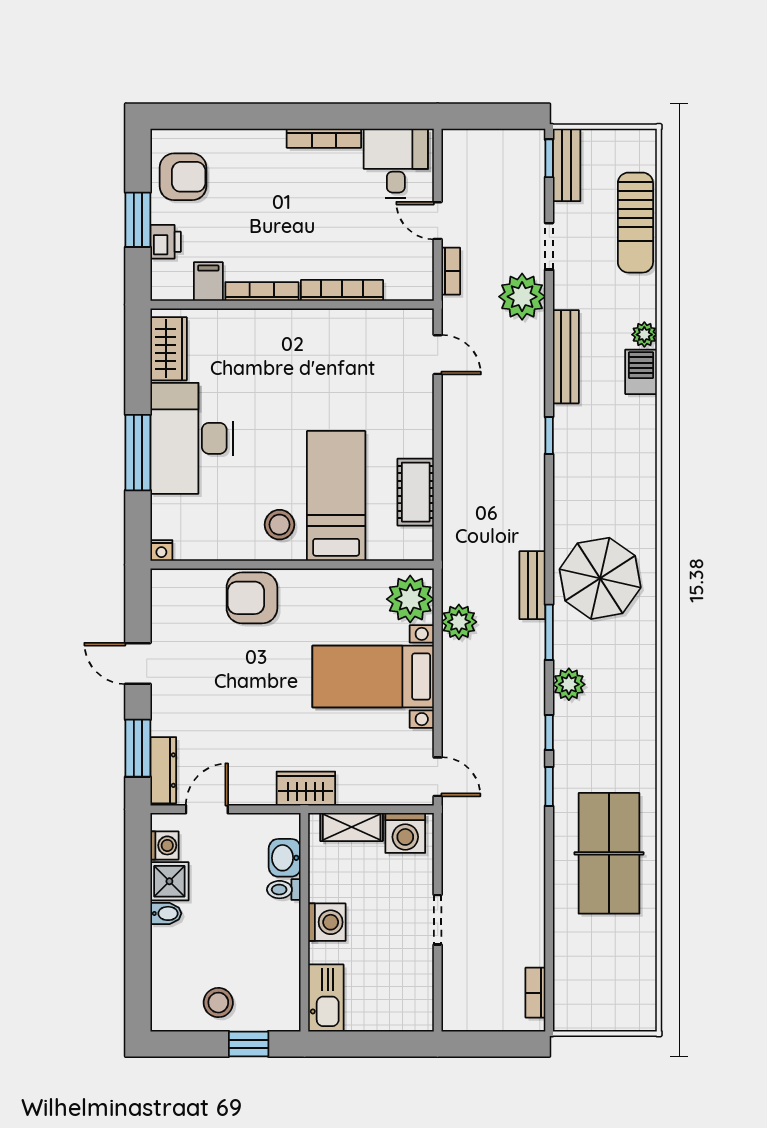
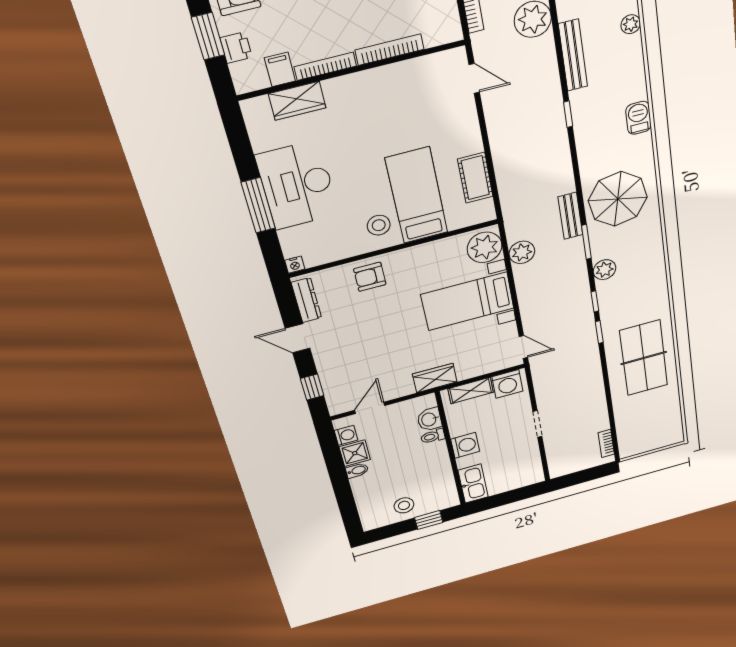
wardrobe: (169, 349) -> (297, 101), moved, turned 90
barbecue: (641, 372) -> (638, 118), moved
armchair: (252, 598) -> (370, 277), width x0.72, depth x0.72
window: (138, 748) -> (312, 387), width x0.67
dresser: (163, 770) -> (306, 300), moved

